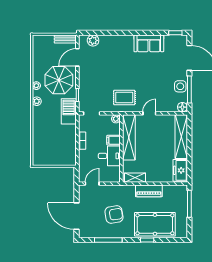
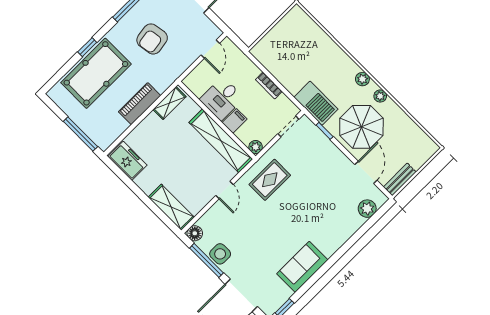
shelving: (181, 137) -> (171, 207), width x0.68

